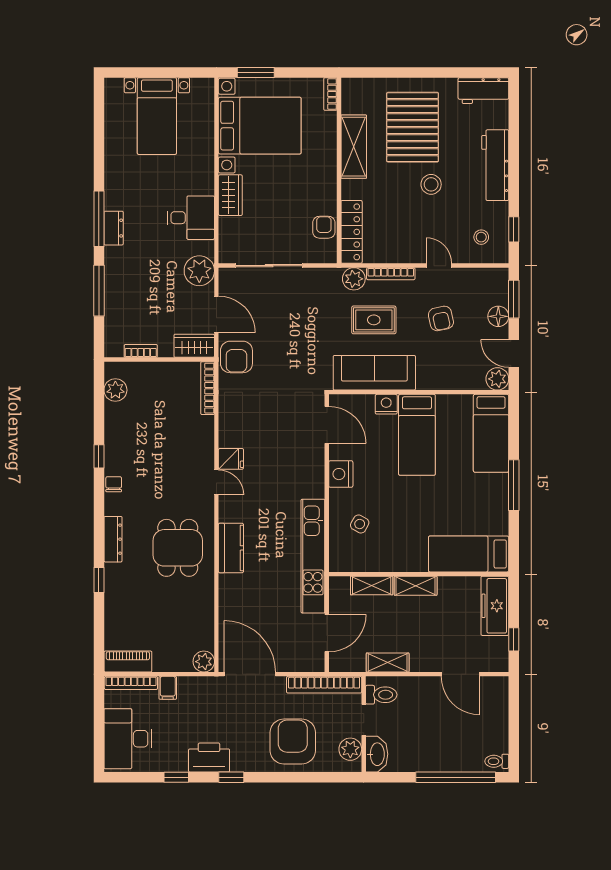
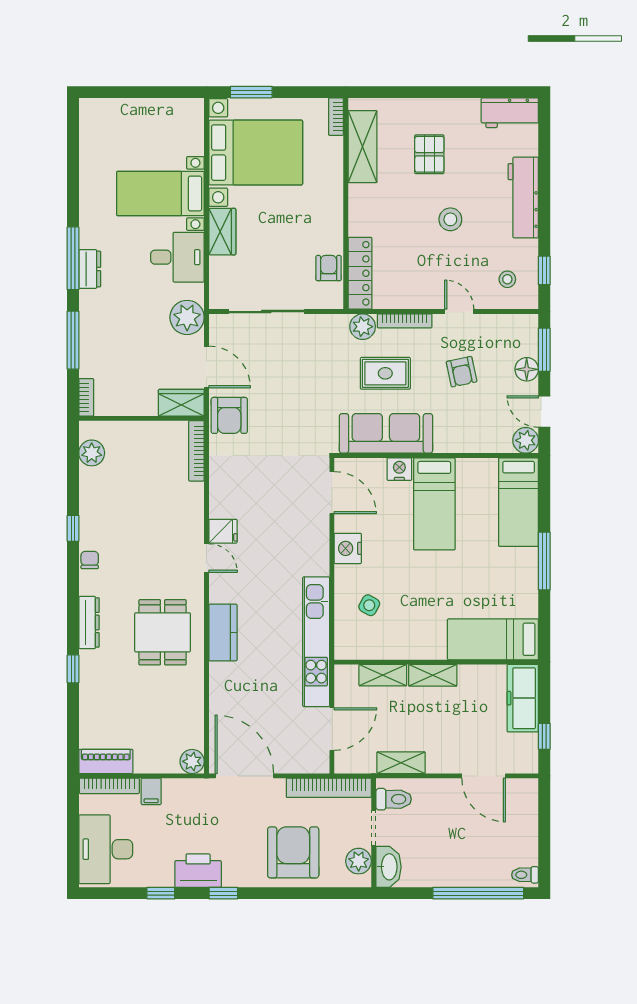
bed with nightstands: (157, 116) -> (160, 193), moved, turned 90
pallet: (413, 127) -> (429, 154), width x0.49, depth x0.50
shelving: (354, 147) -> (363, 147), moved
bookcase: (141, 351) -> (86, 397), moved, turned 90

